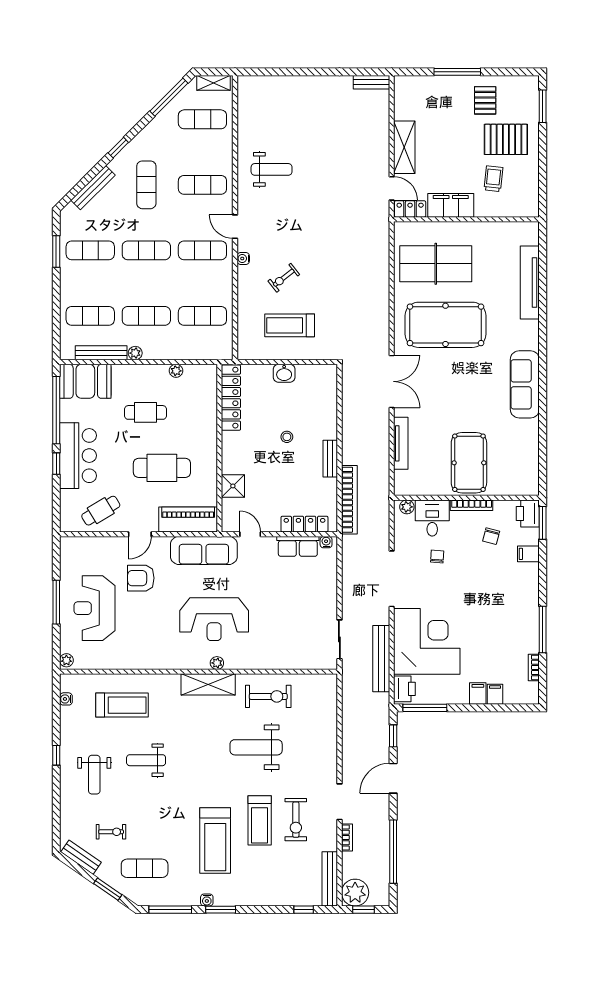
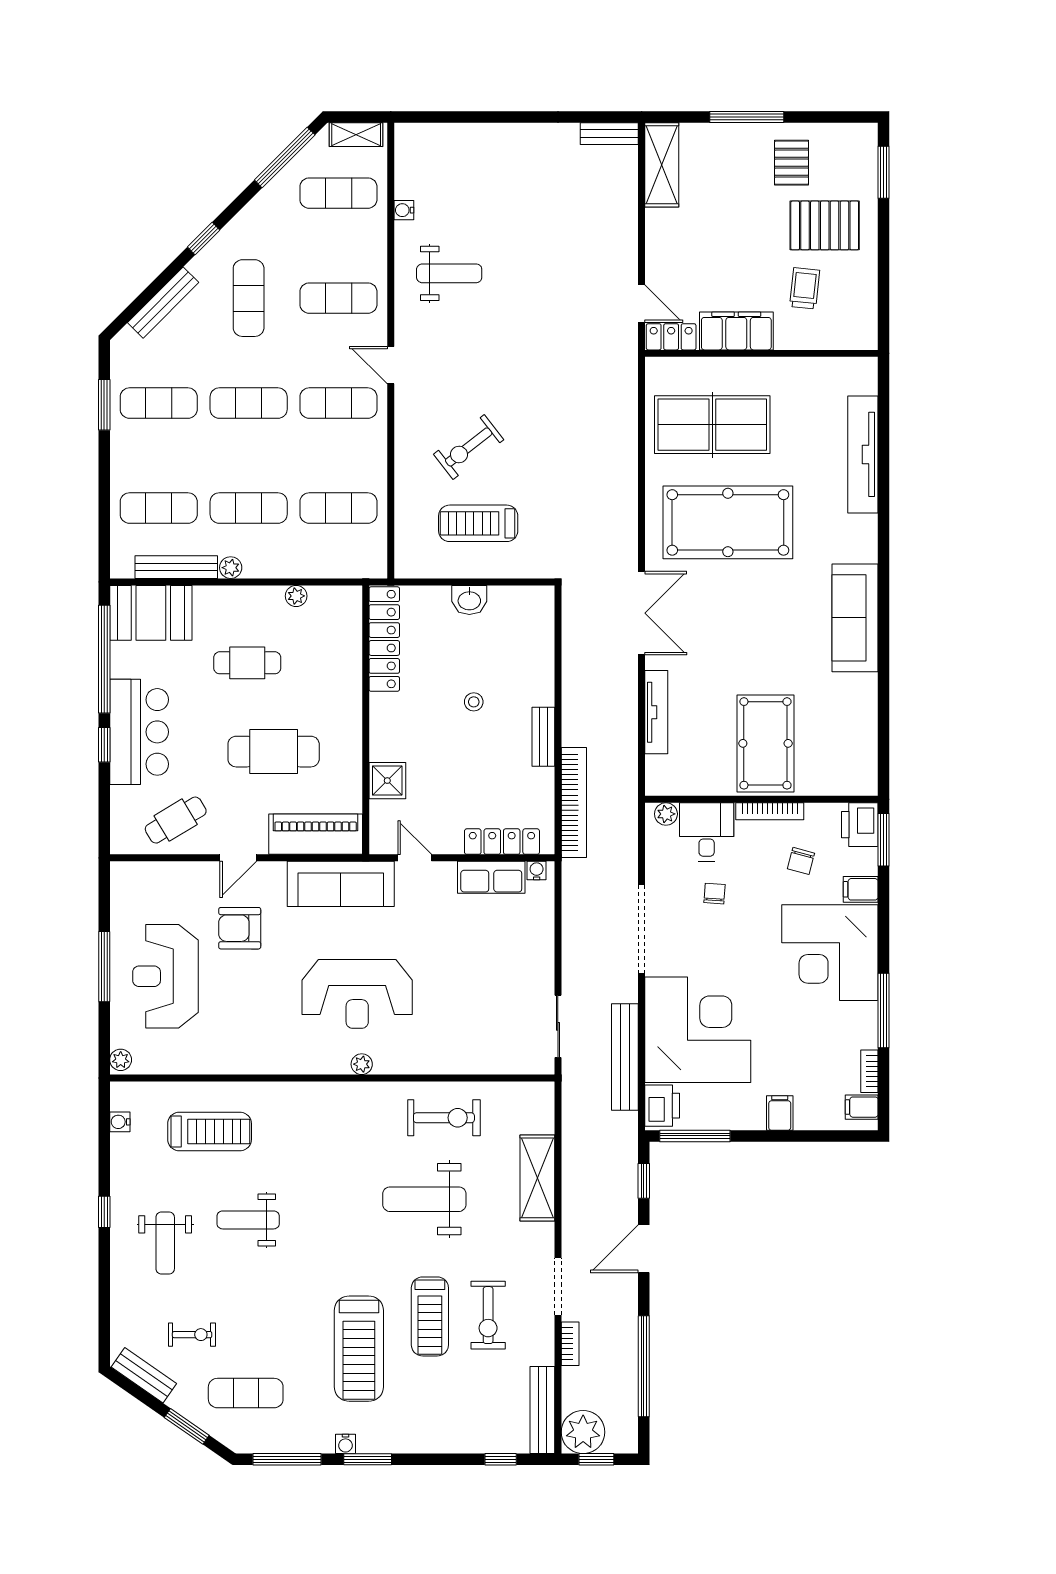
shelving: (404, 147) -> (662, 165), moved
water cooler: (243, 258) -> (404, 210), moved
exercise bike: (284, 278) -> (469, 447), width x1.38, depth x1.39
corner desk: (509, 593) -> (830, 953), added
shelving: (208, 684) -> (537, 1178), moved, turned 90
filing cabinet: (495, 694) -> (862, 1107), moved, turned -90

